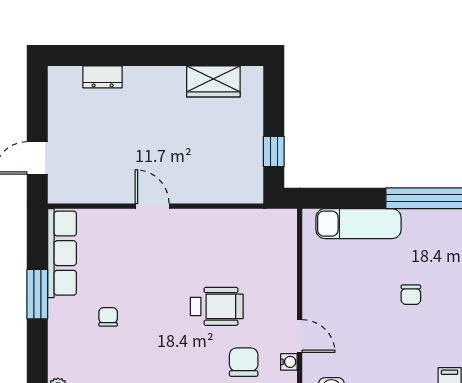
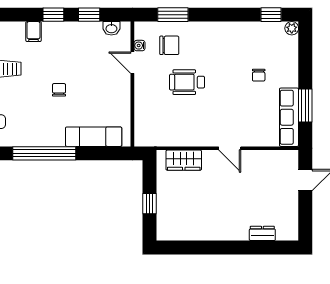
wardrobe: (213, 81) -> (184, 160), moved, turned 180
window: (274, 151) -> (149, 204), moved
window: (37, 294) -> (305, 106), moved
chair: (244, 362) -> (169, 45), turned -90

